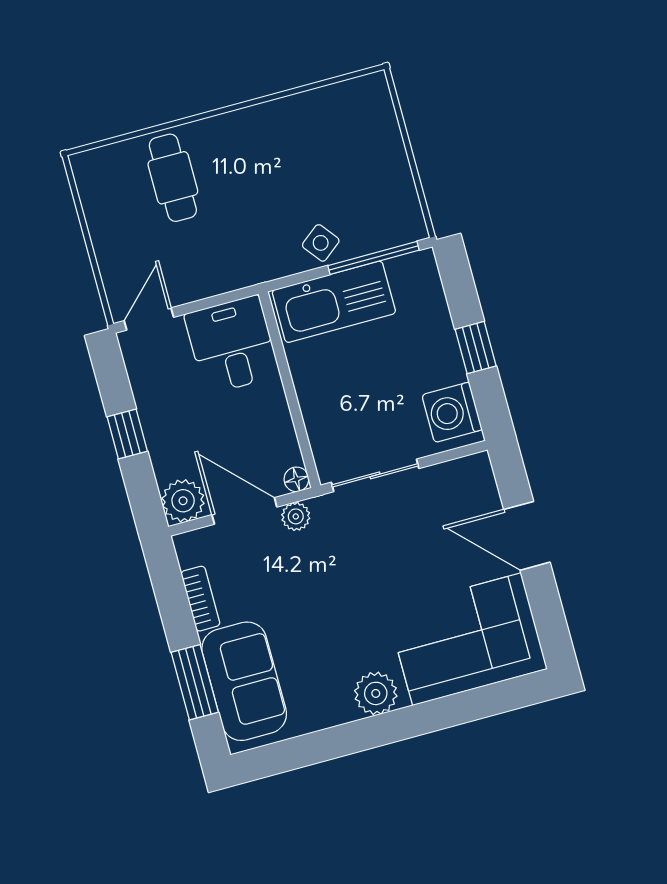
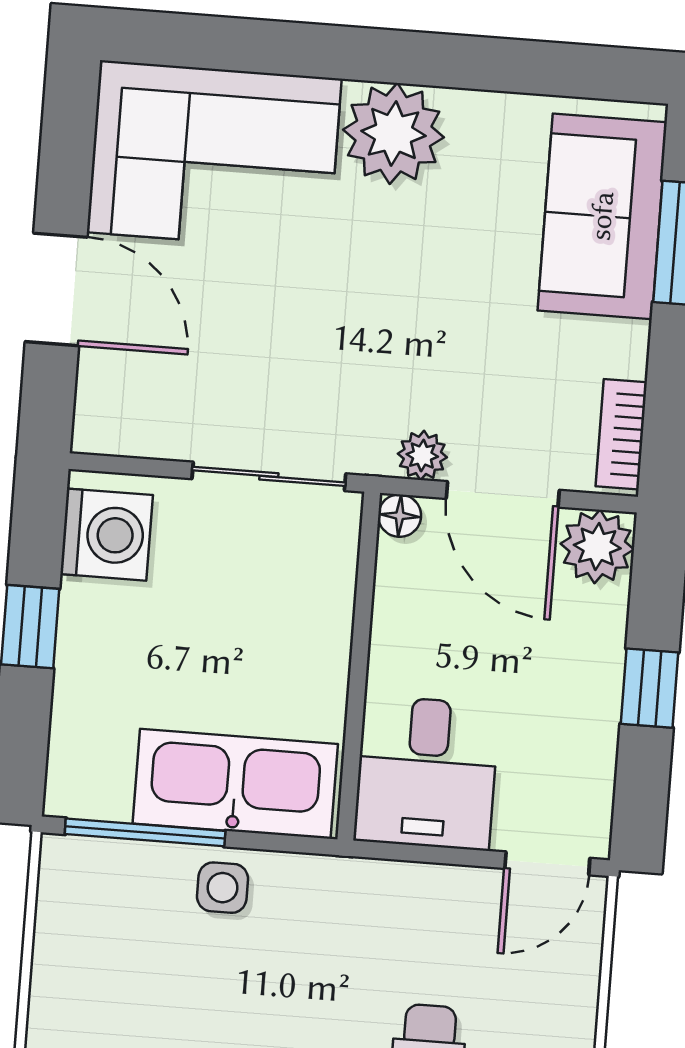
side table: (321, 243) -> (223, 888), turned 38
bookcase: (200, 599) -> (621, 434), moved
plant: (376, 693) -> (394, 133), width x1.36, depth x1.36

